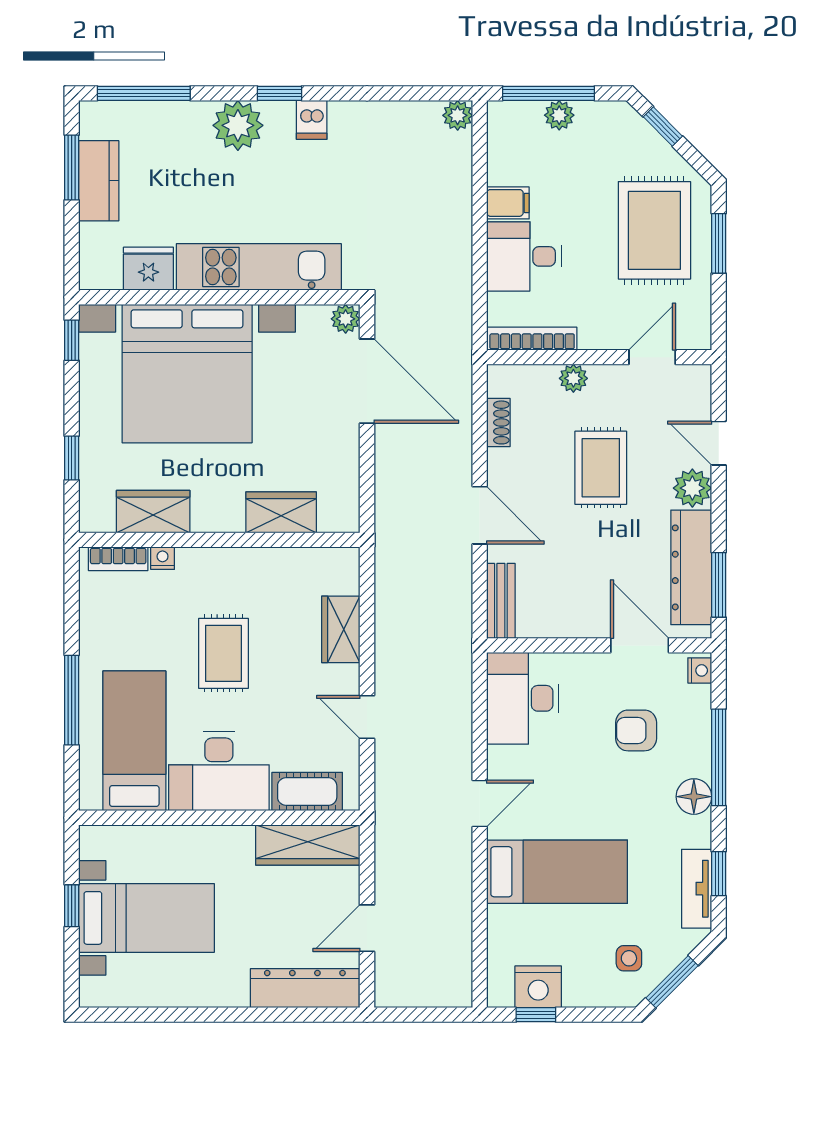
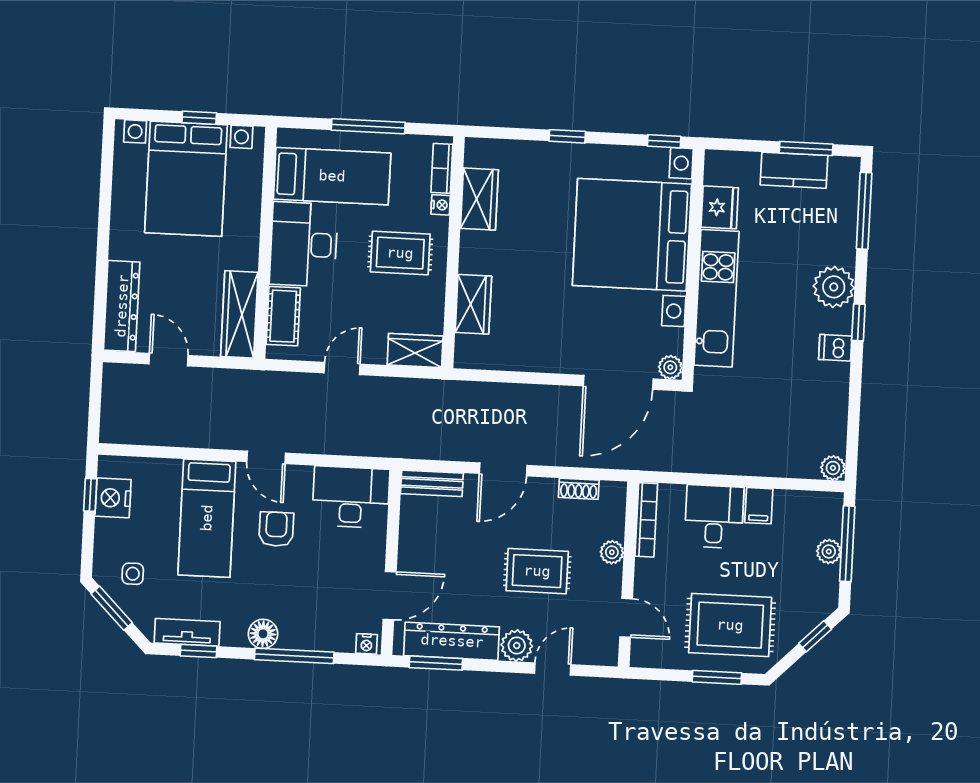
wardrobe: (153, 512) -> (479, 199), moved
wardrobe: (281, 512) -> (473, 304), moved
wall: (219, 540) -> (453, 252), moved
nightstand: (163, 558) -> (441, 205), moved
bookcase: (118, 559) -> (442, 168), moved
armchair: (636, 730) -> (276, 529), moved
bed with nightstands: (146, 918) -> (186, 179), width x1.36

